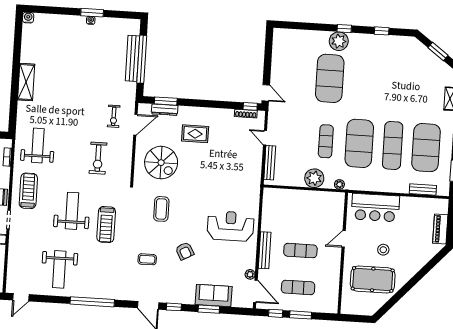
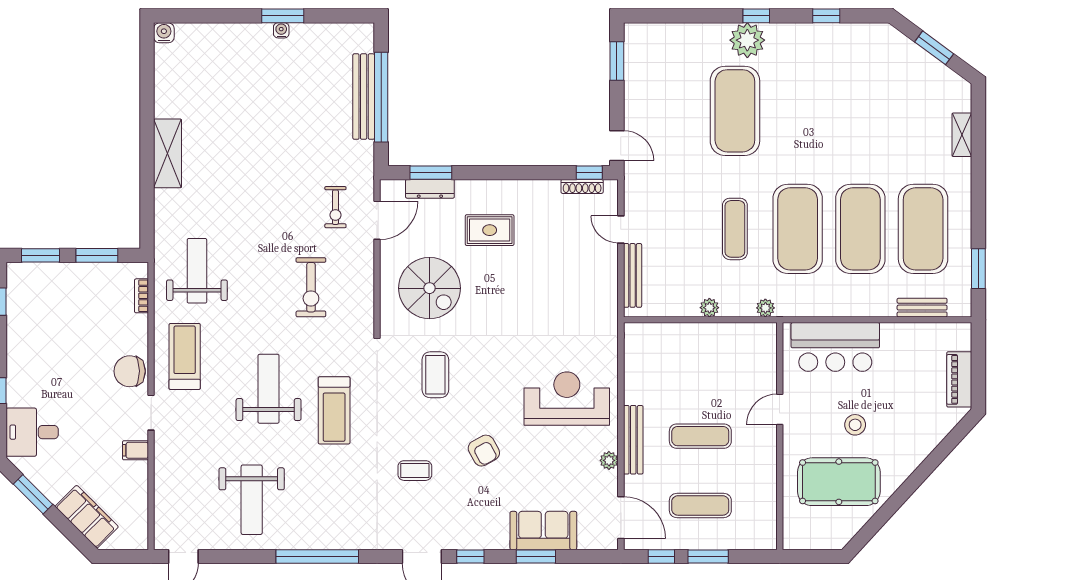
window: (269, 48) -> (617, 61), added
exercise mat: (393, 145) -> (860, 229), width x1.47
plant: (314, 178) -> (709, 308), width x0.53, depth x0.53
plant: (250, 274) -> (609, 460), moved

